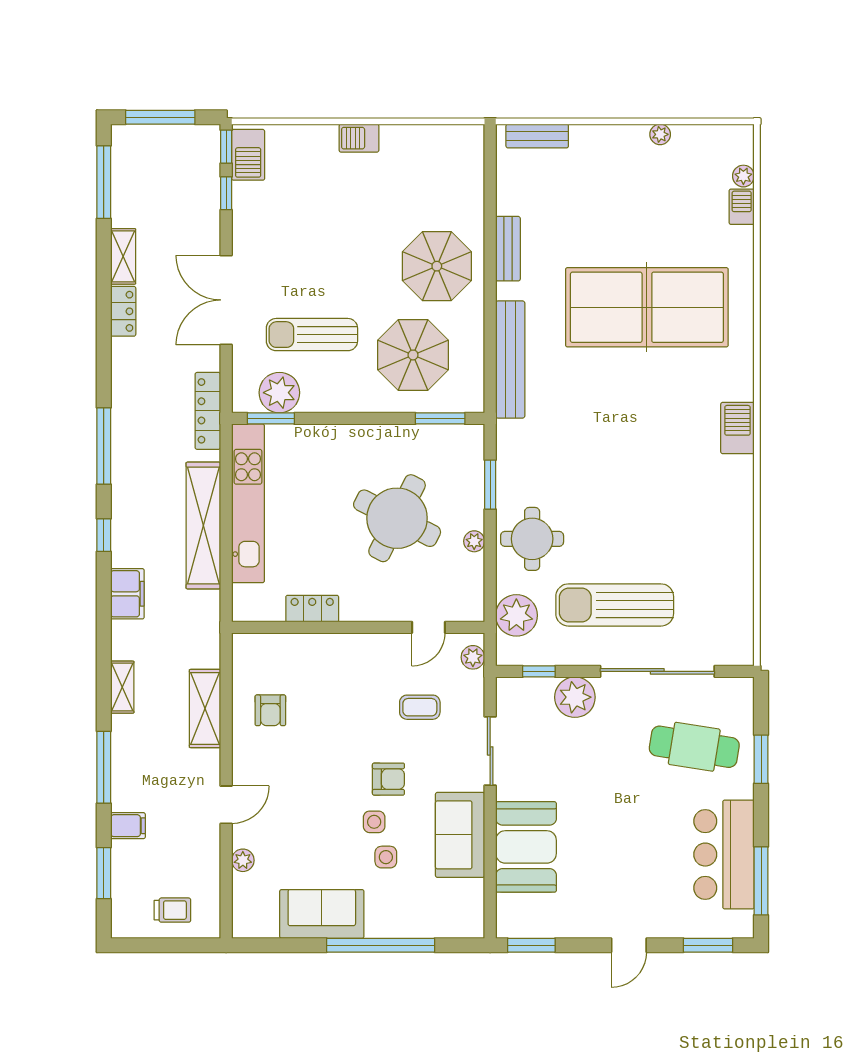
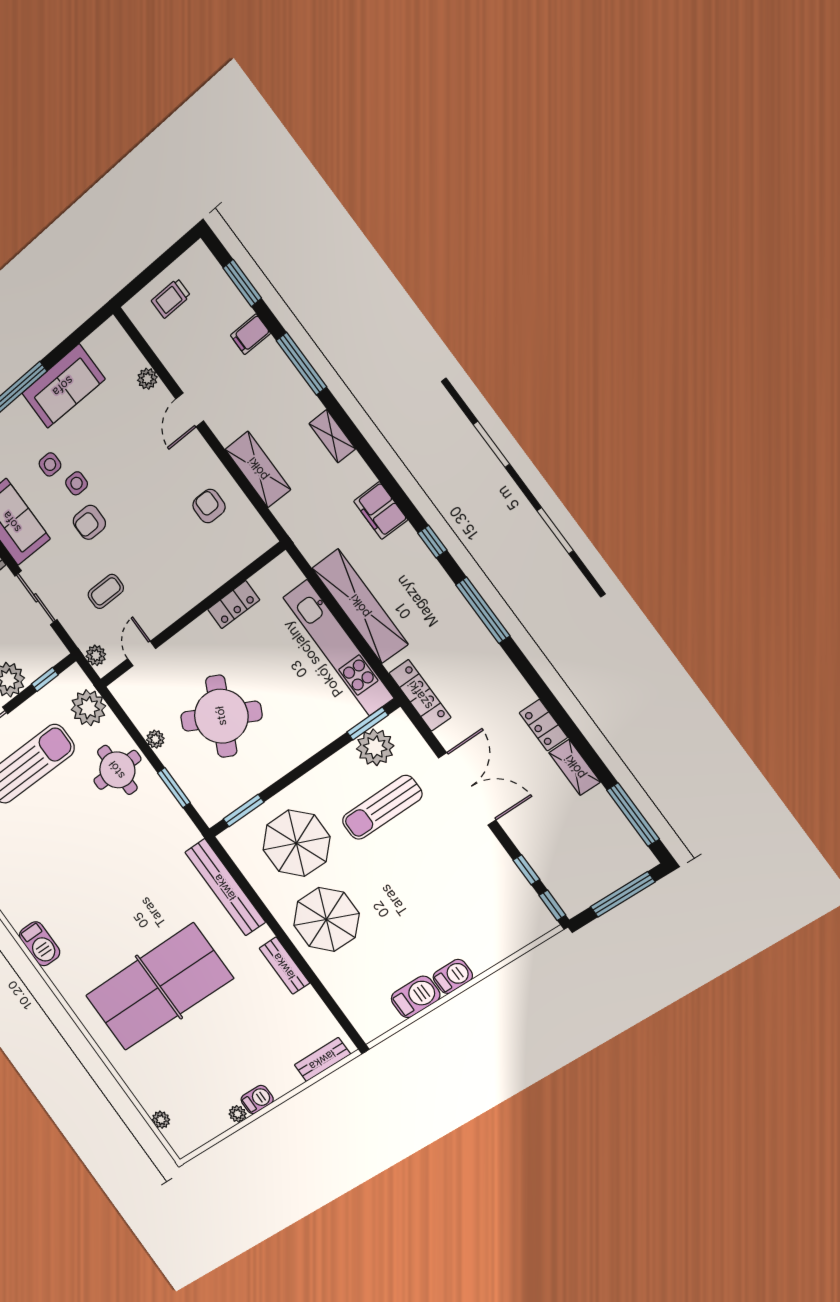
barbecue: (248, 155) -> (416, 997), moved, turned 90
barbecue: (742, 207) -> (257, 1100), moved, turned -90
sun lounger: (312, 335) -> (382, 807), turned 180

